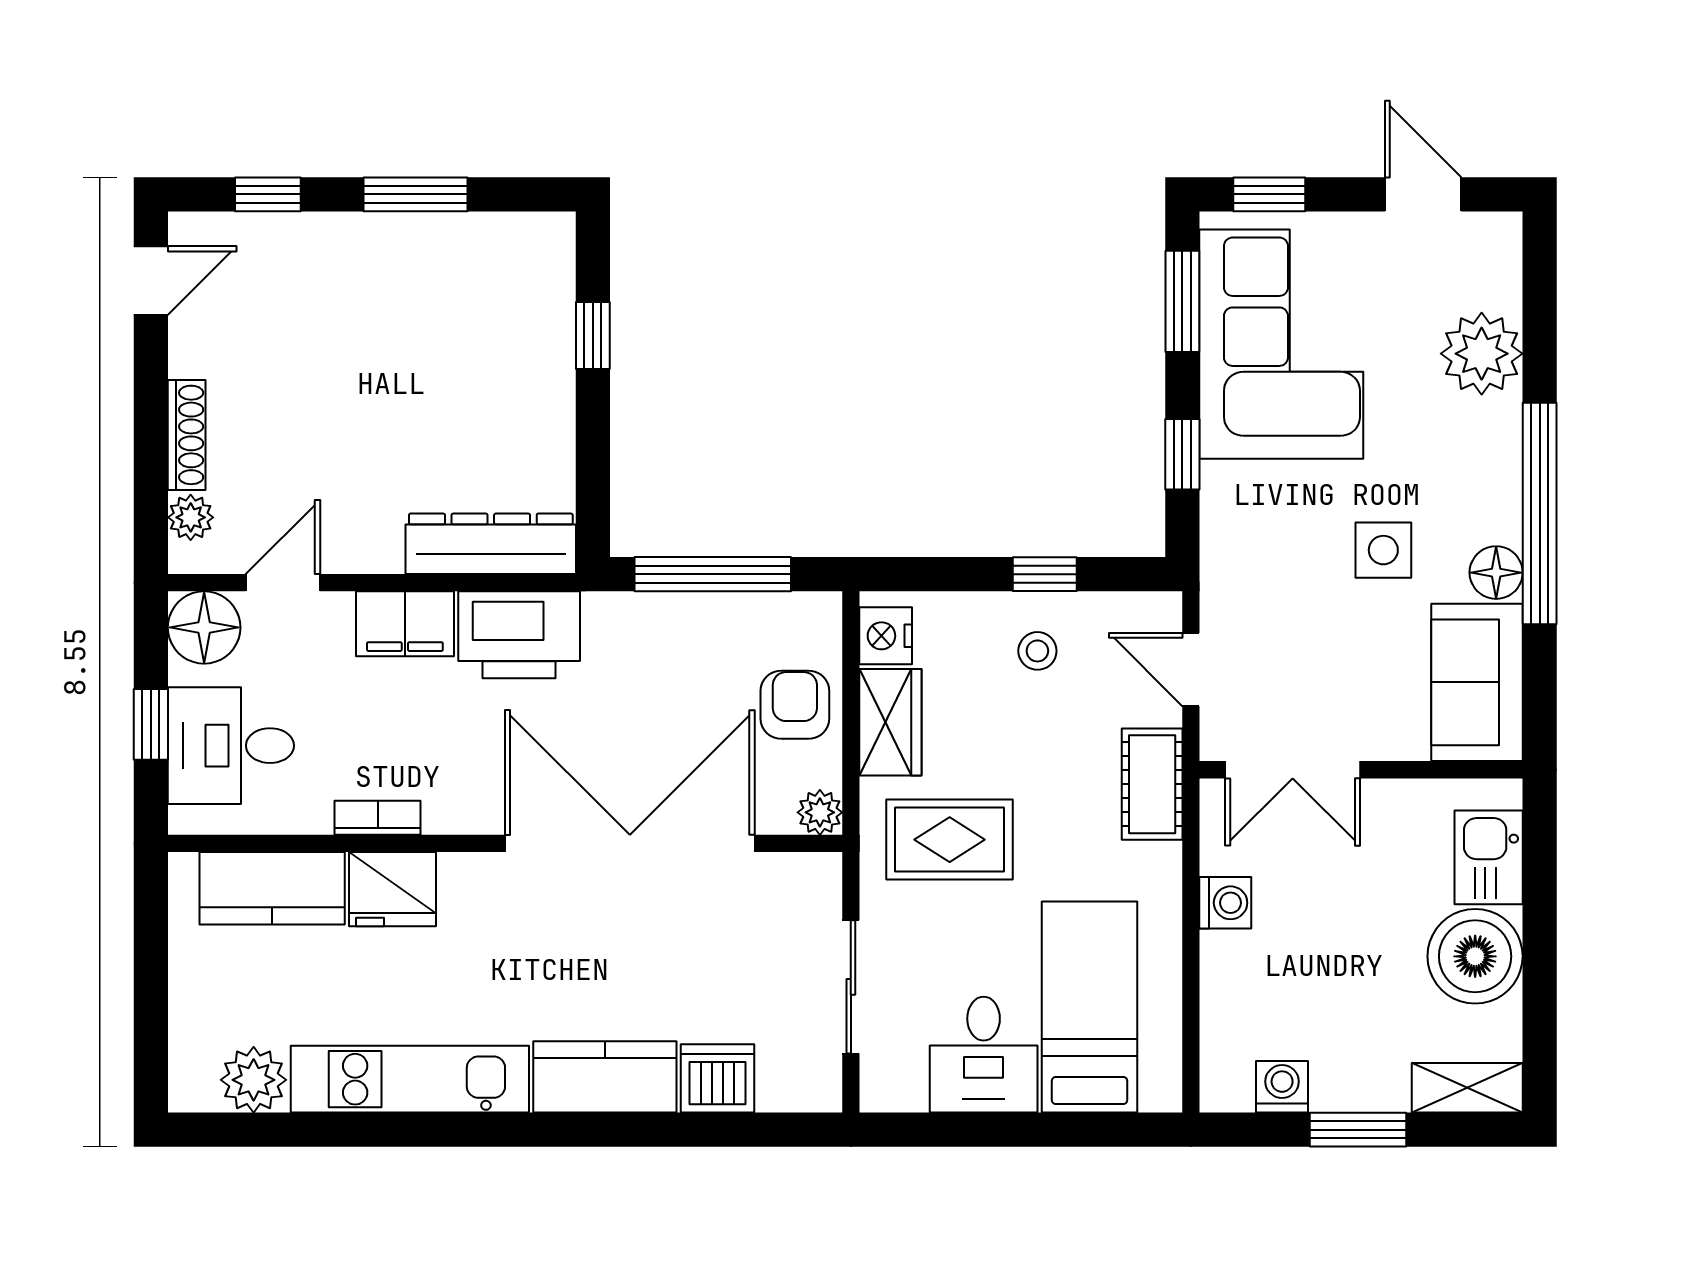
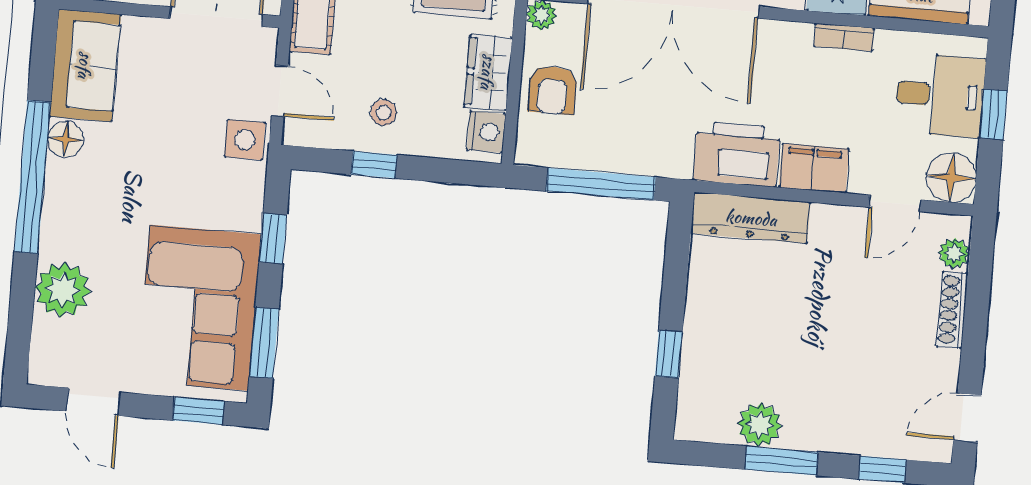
plant: (452, 244) -> (760, 425), added
side table: (1383, 550) -> (245, 140), moved

